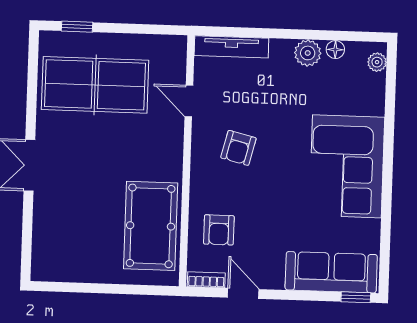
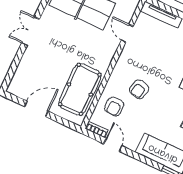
armchair: (238, 148) -> (139, 89), moved
door: (93, 288) -> (36, 109), added

